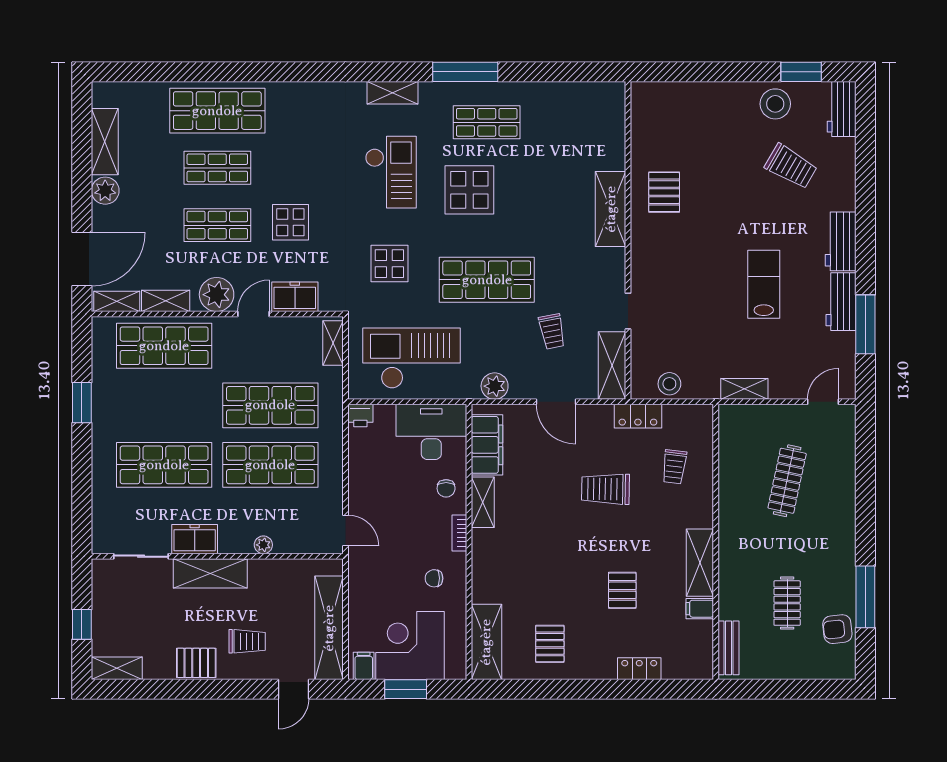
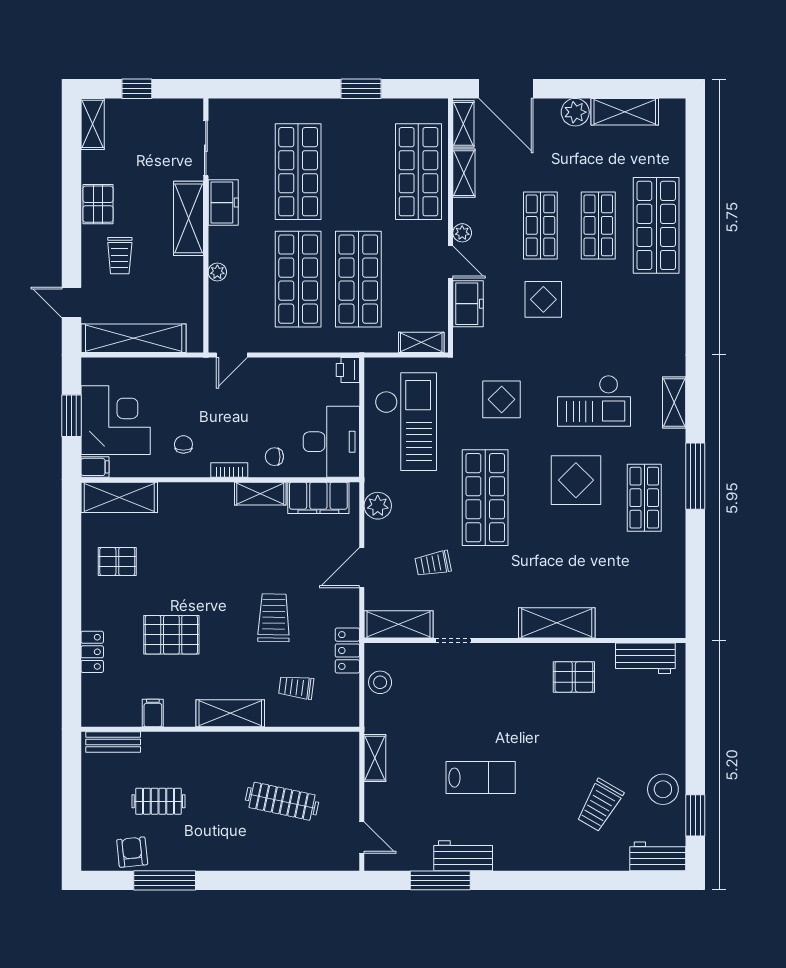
workbench: (841, 241) -> (645, 658), moved, turned 180
plant: (217, 295) -> (462, 233), width x0.53, depth x0.53
shelving: (700, 563) -> (230, 713), moved
pallet: (622, 590) -> (171, 635), width x1.50, depth x1.42
filing cabinet: (364, 666) -> (95, 467), moved

